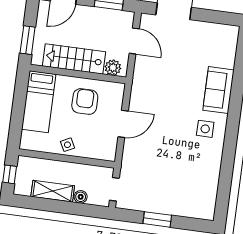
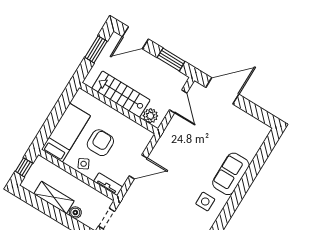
window: (28, 40) -> (96, 49), moved
bed: (39, 102) -> (66, 133), moved, turned 180
armchair: (85, 102) -> (100, 143), moved
tv unit: (101, 154) -> (108, 184), added

